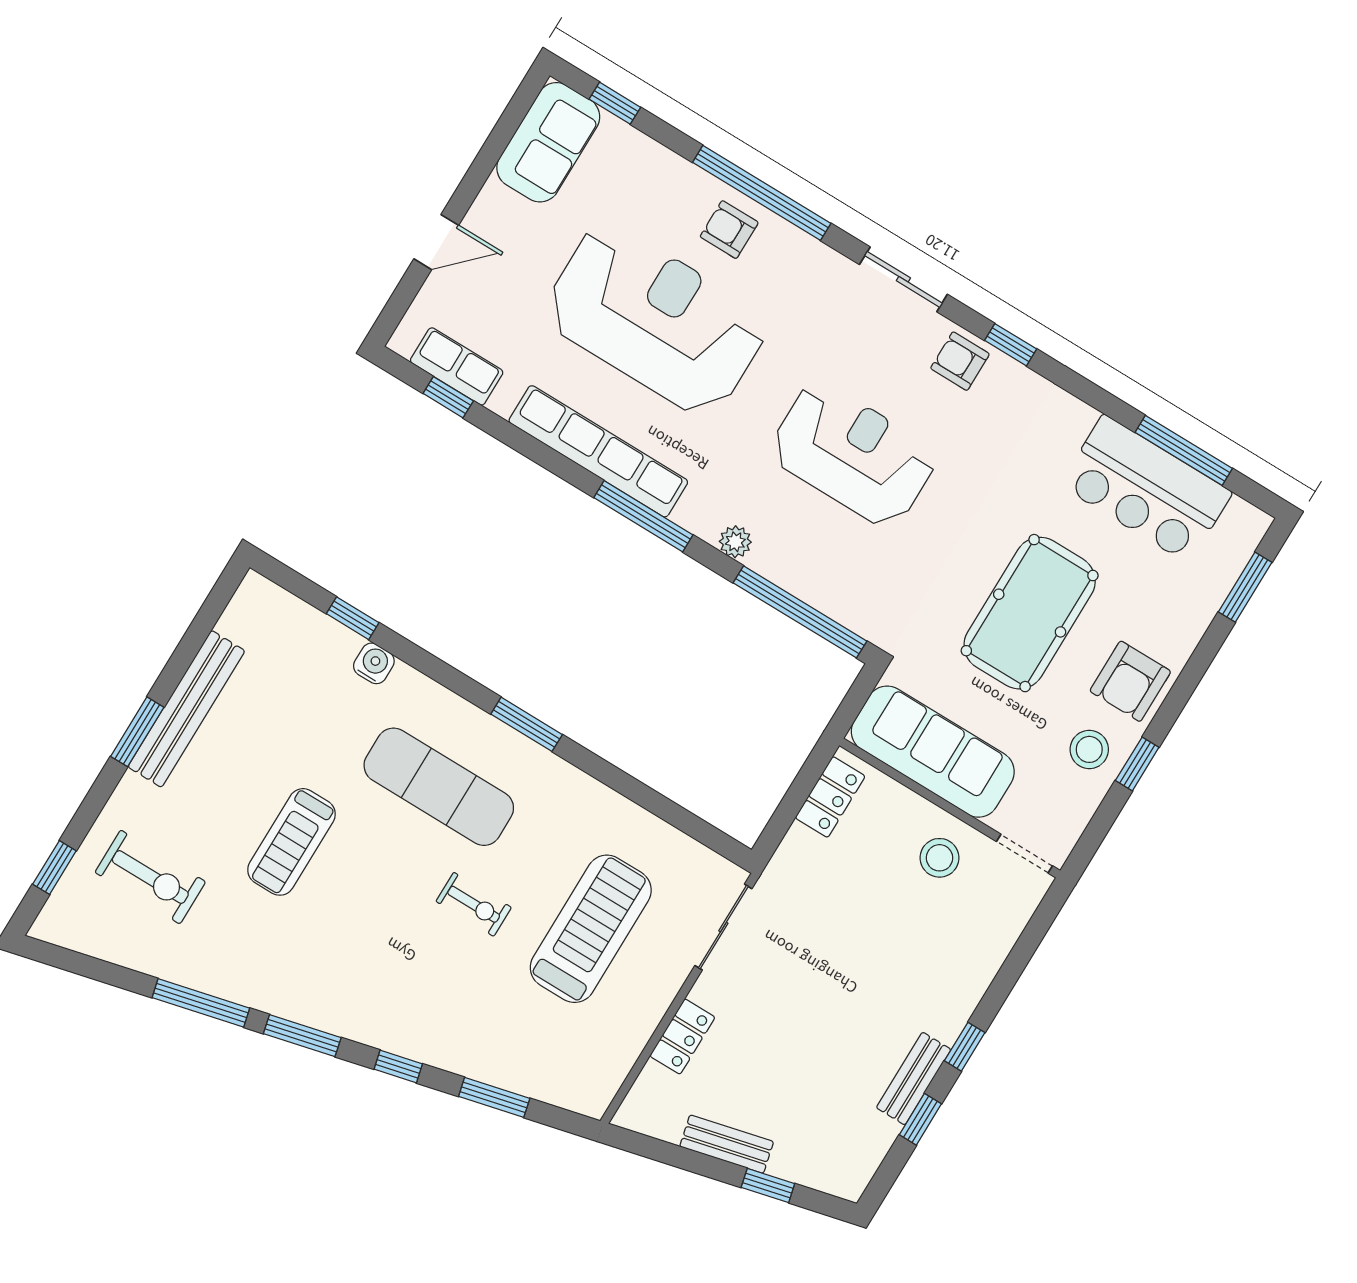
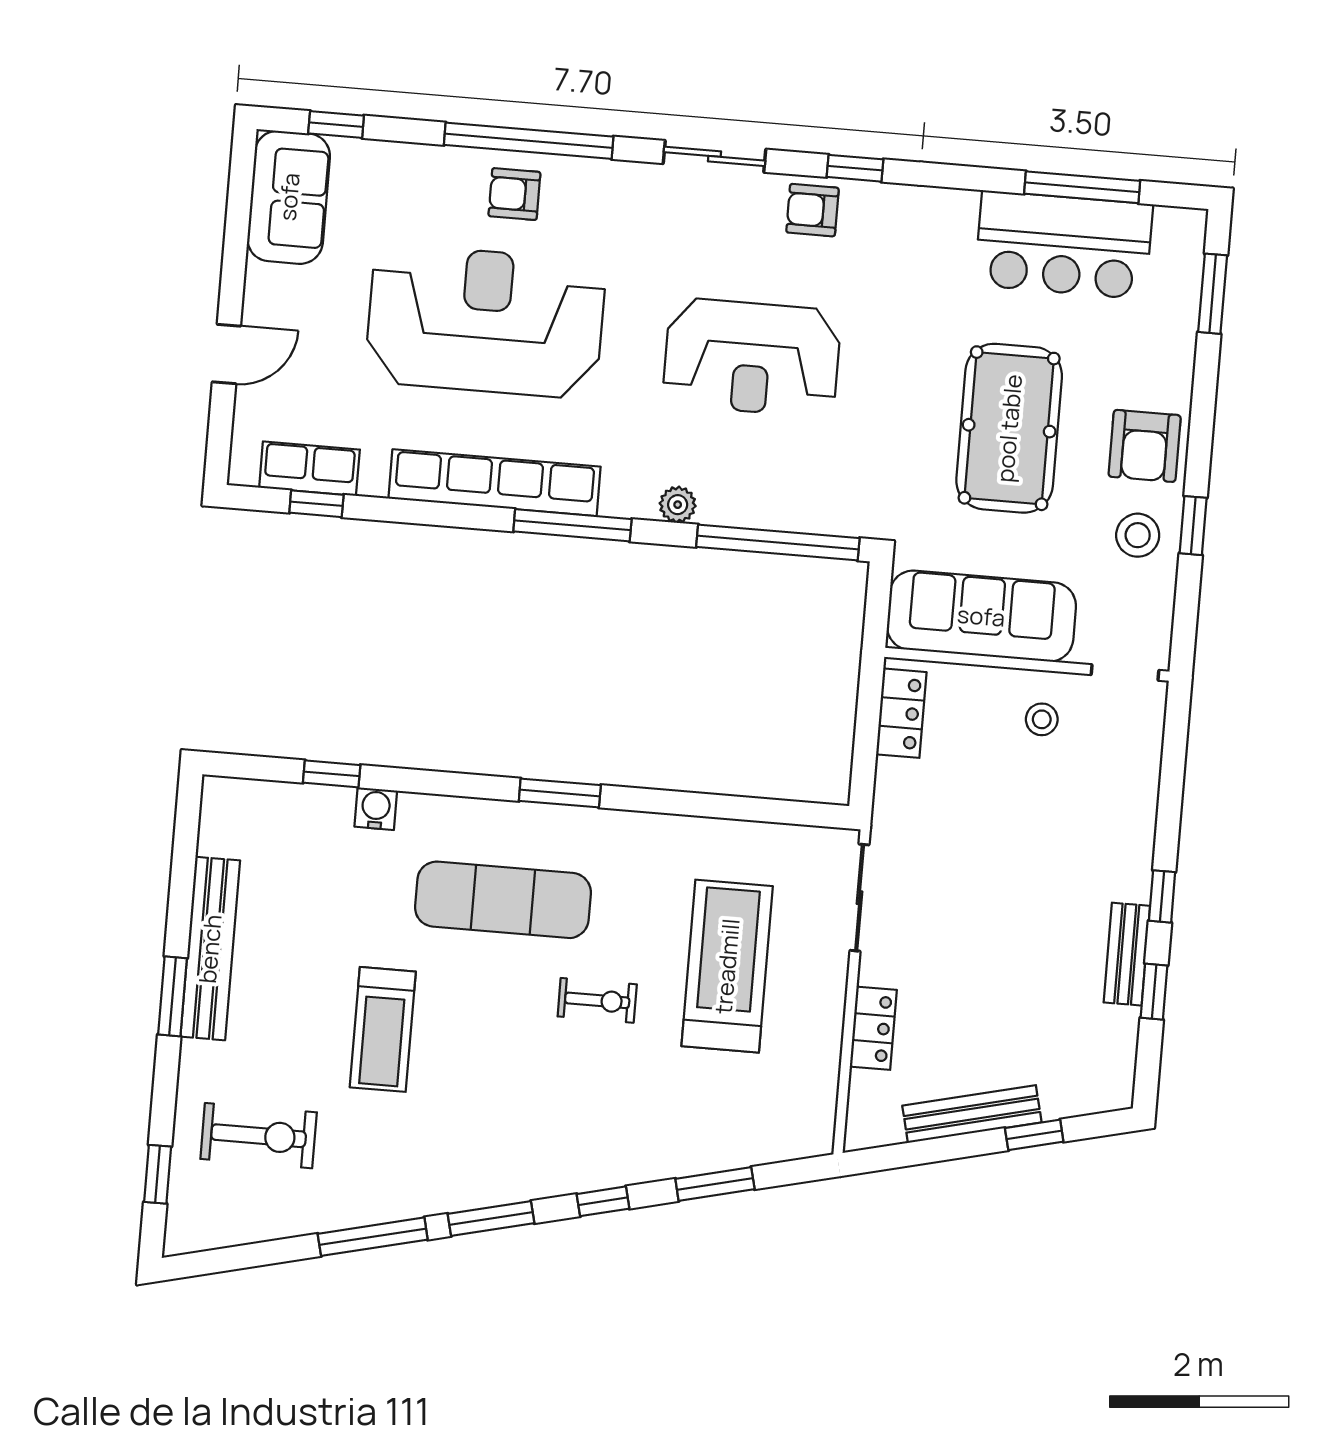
reception desk: (853, 454) -> (752, 357), turned 180
stool: (939, 858) -> (1042, 719), width x0.73, depth x0.73
bench: (727, 1144) -> (972, 1114), width x1.36

